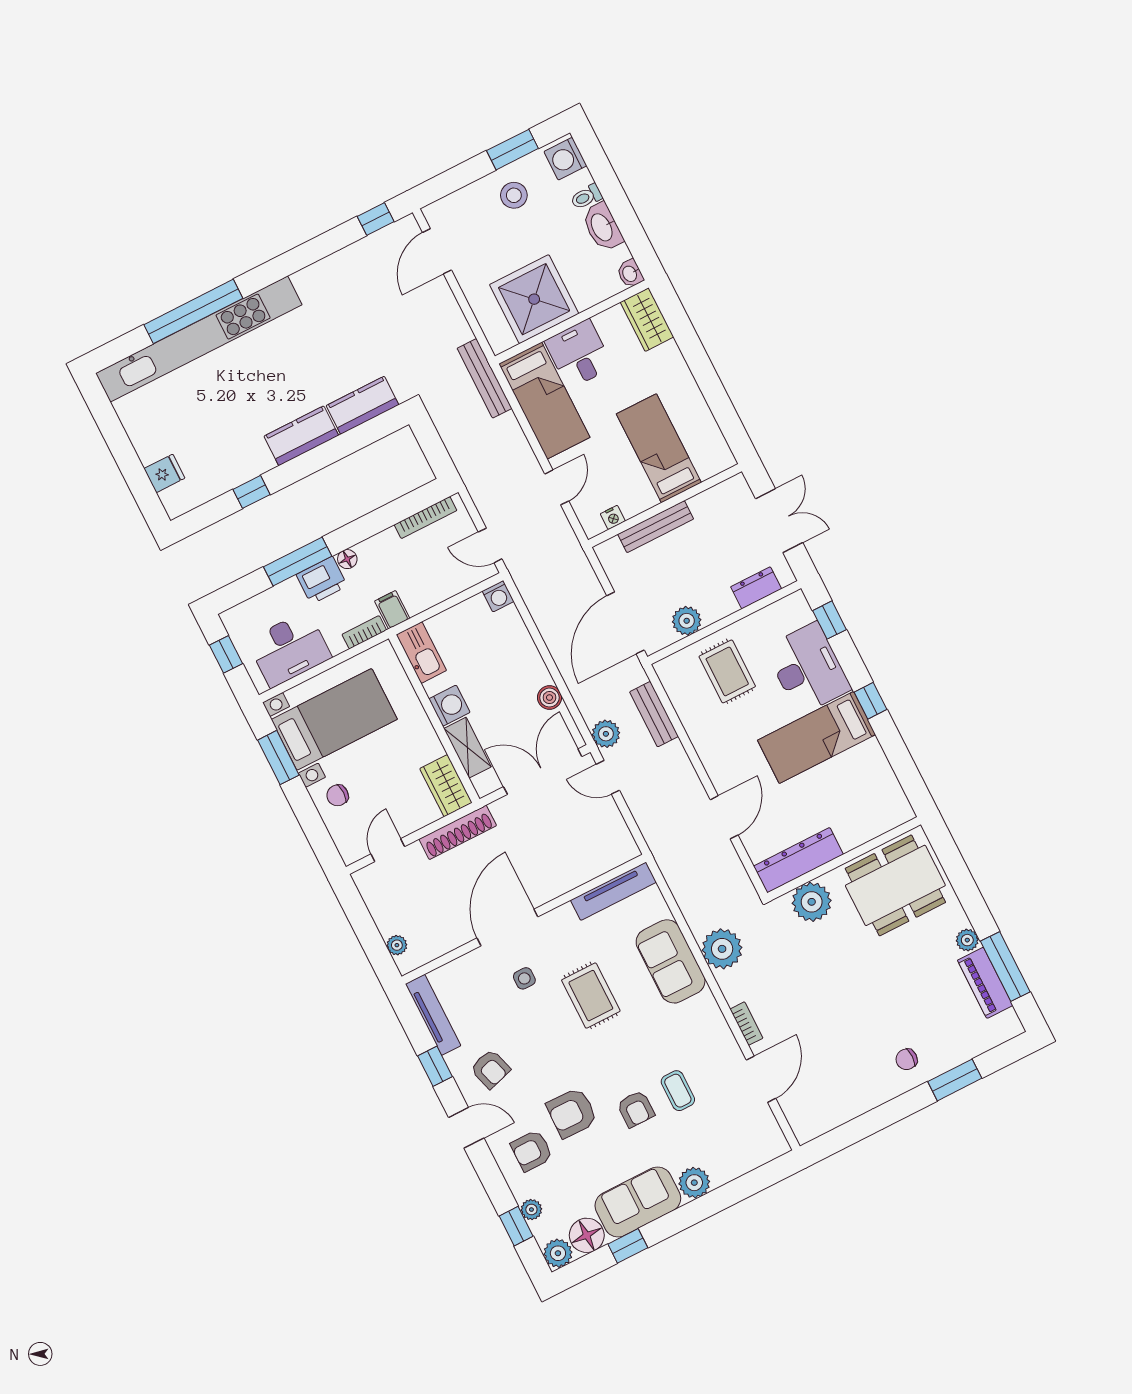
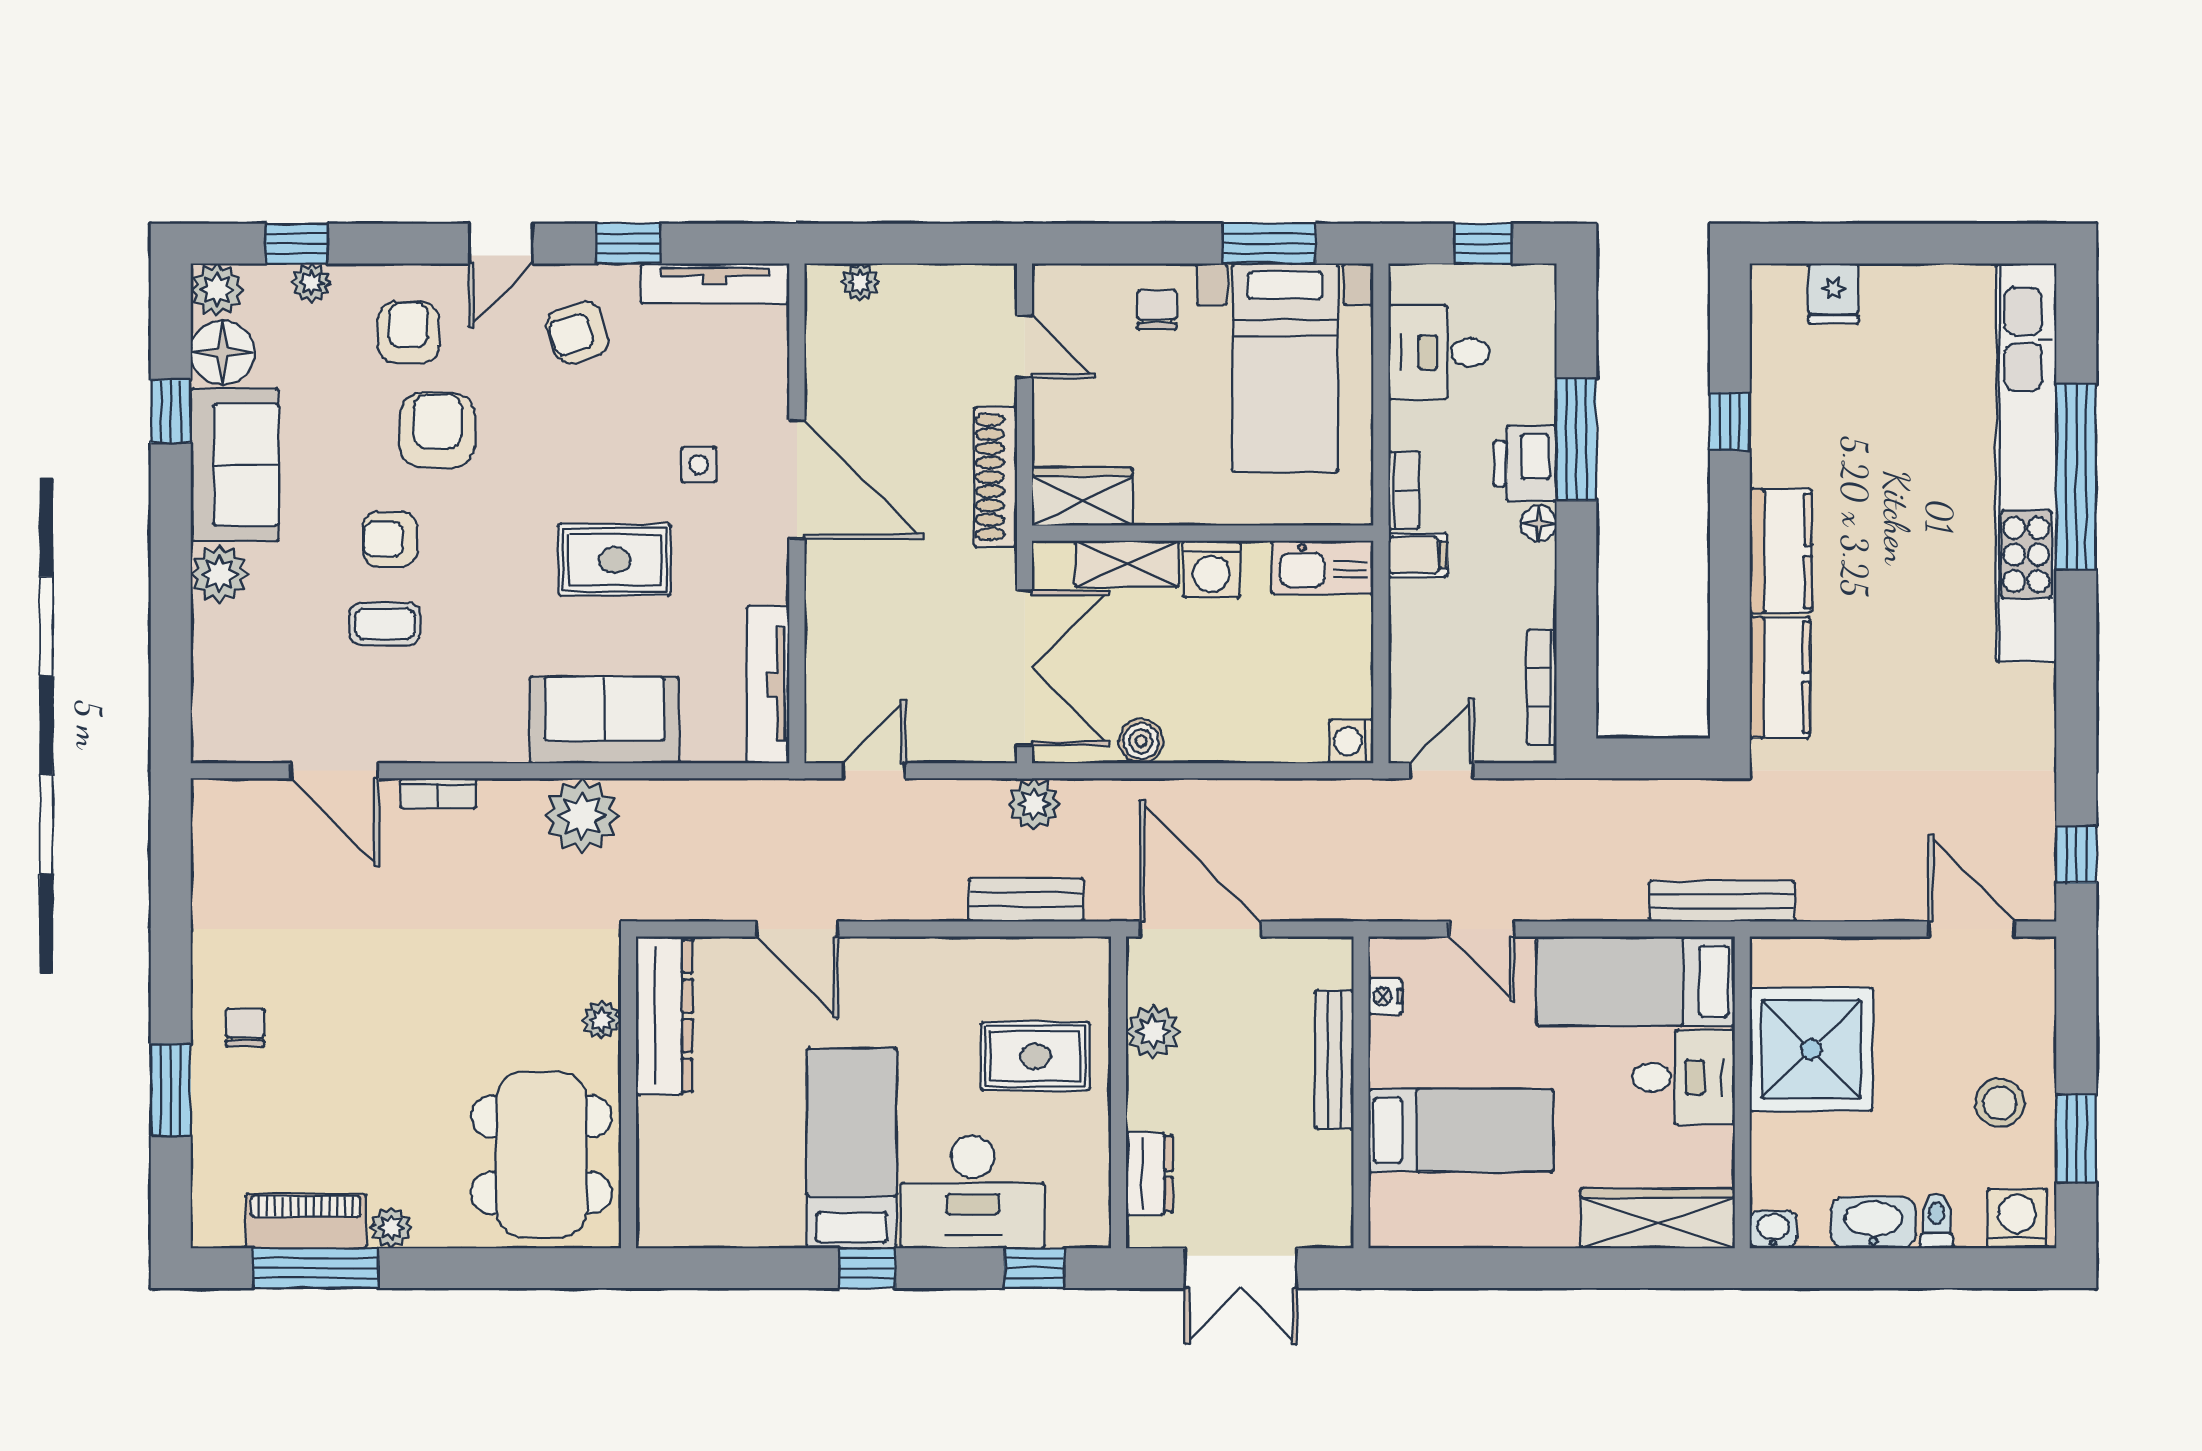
wardrobe: (647, 320) -> (1657, 1218), width x1.50
desk: (289, 649) -> (1439, 352), width x0.73
door: (608, 777) -> (874, 771), moved
plant: (812, 902) -> (602, 1020), width x0.53, depth x0.53

